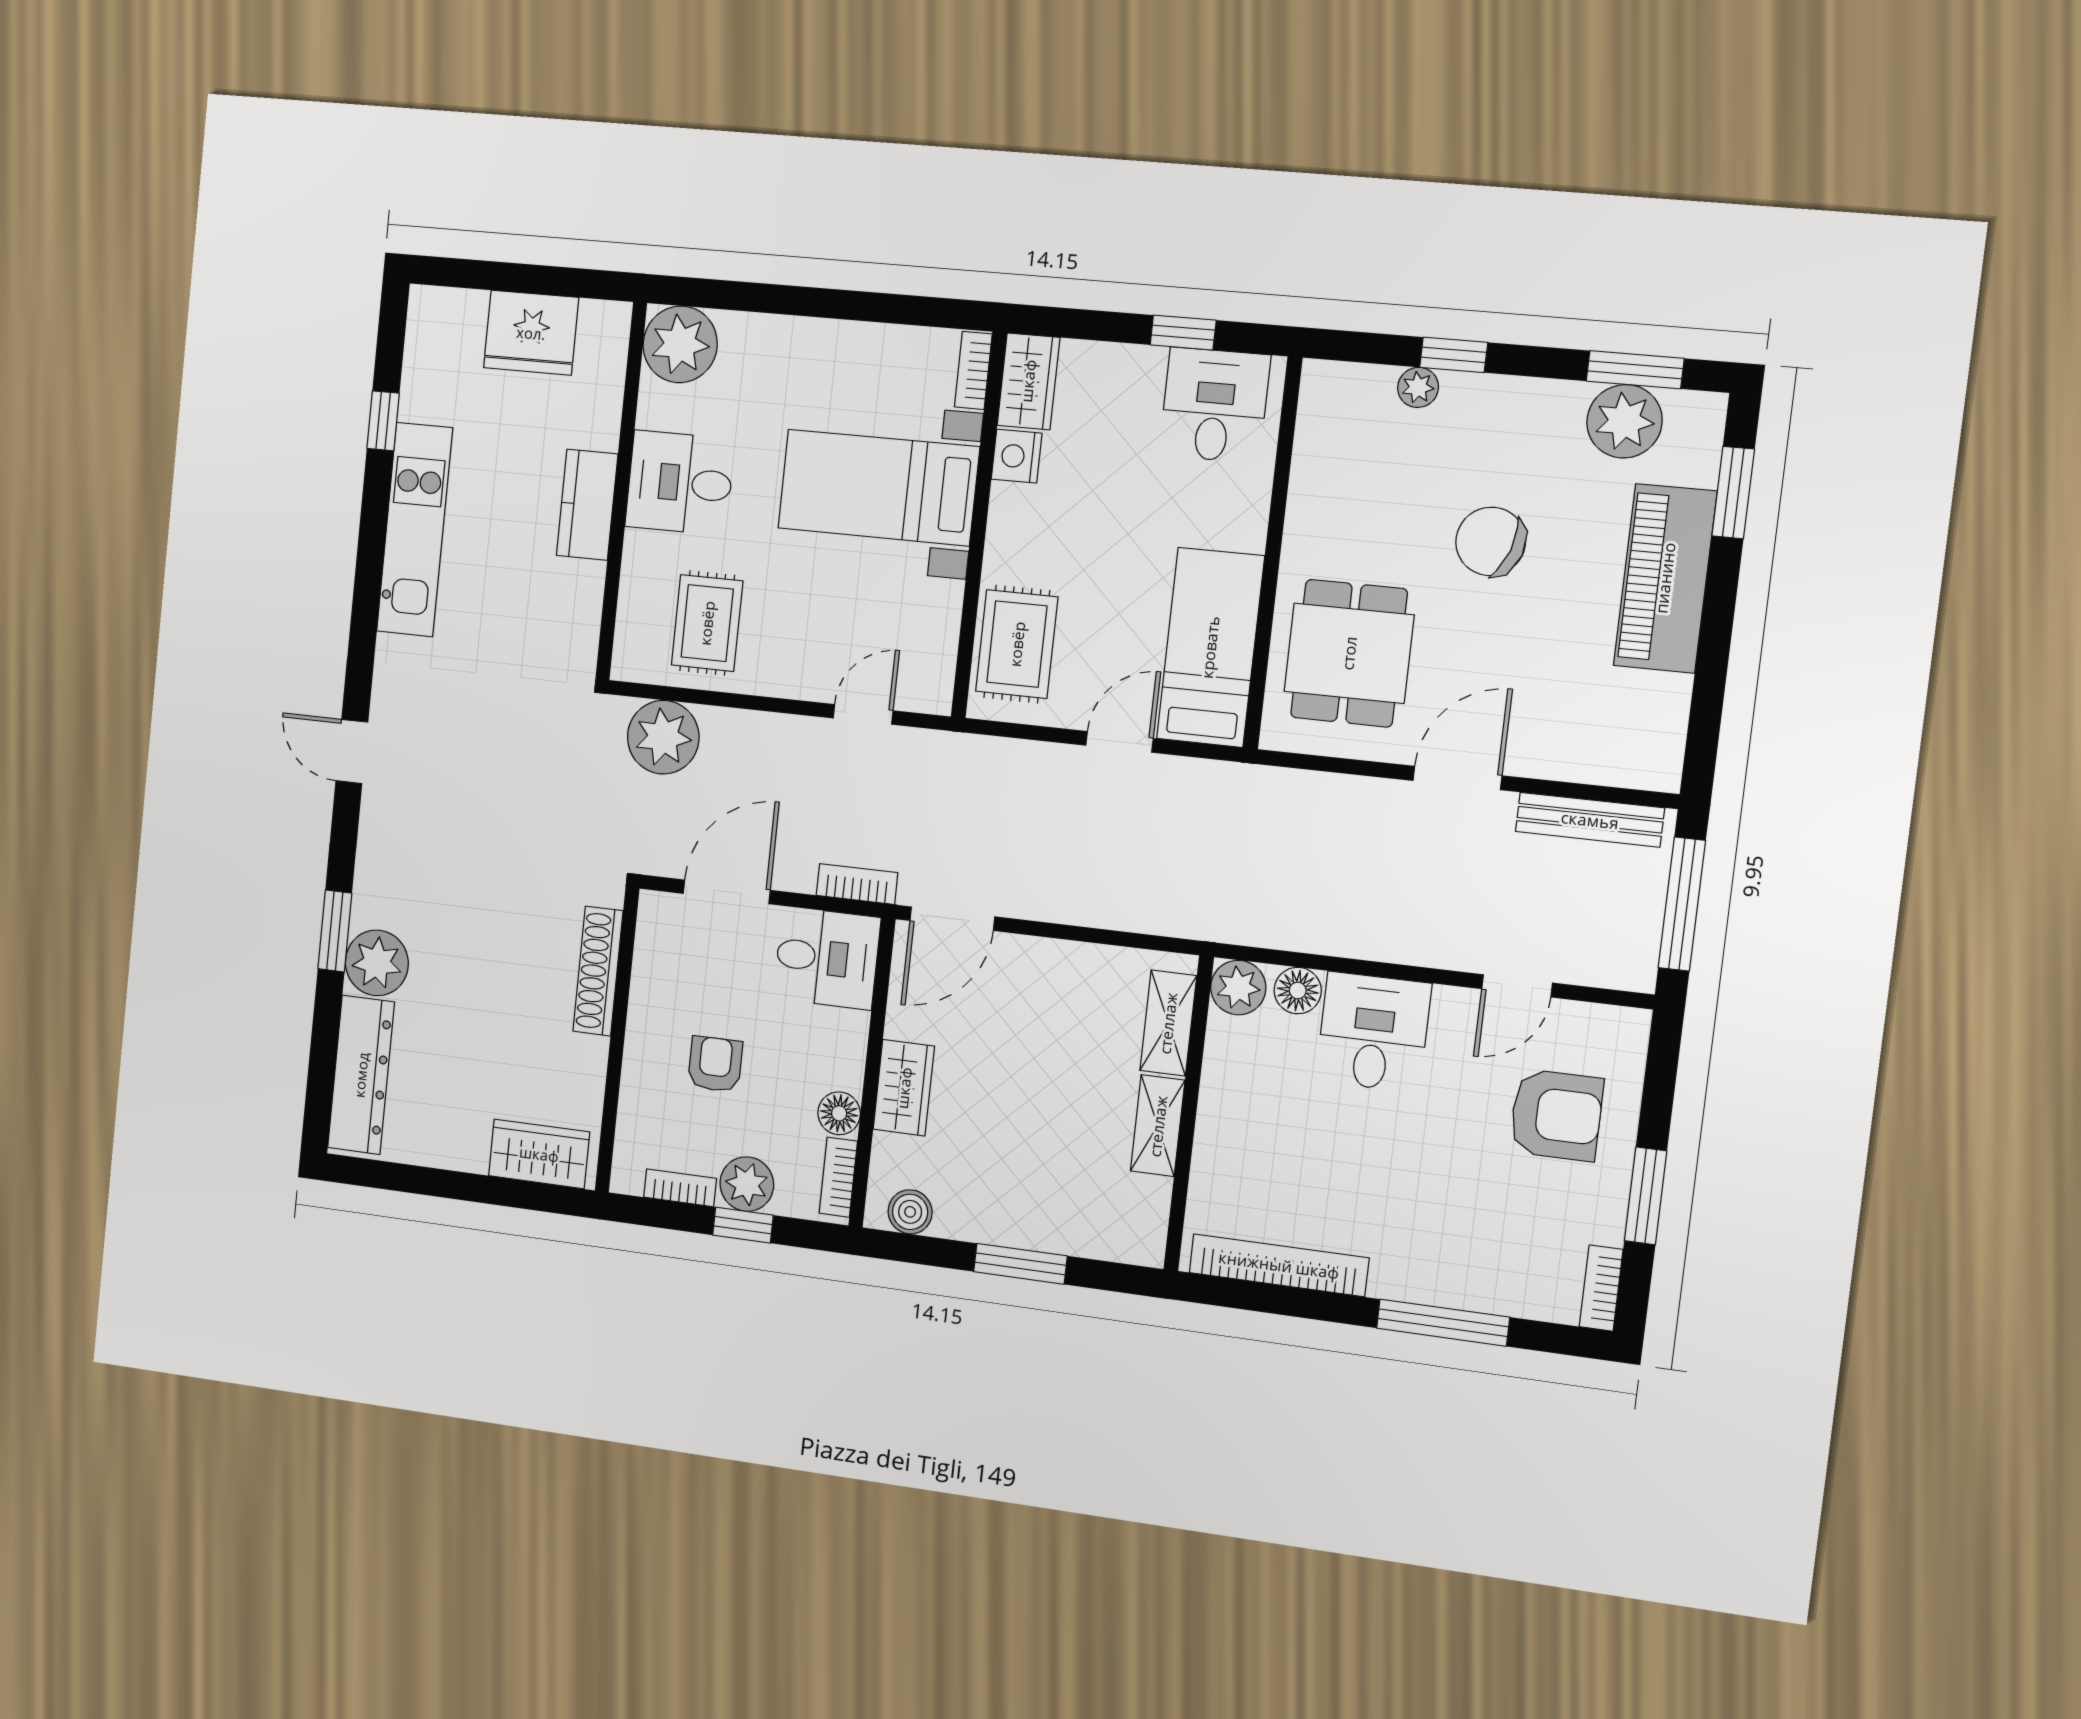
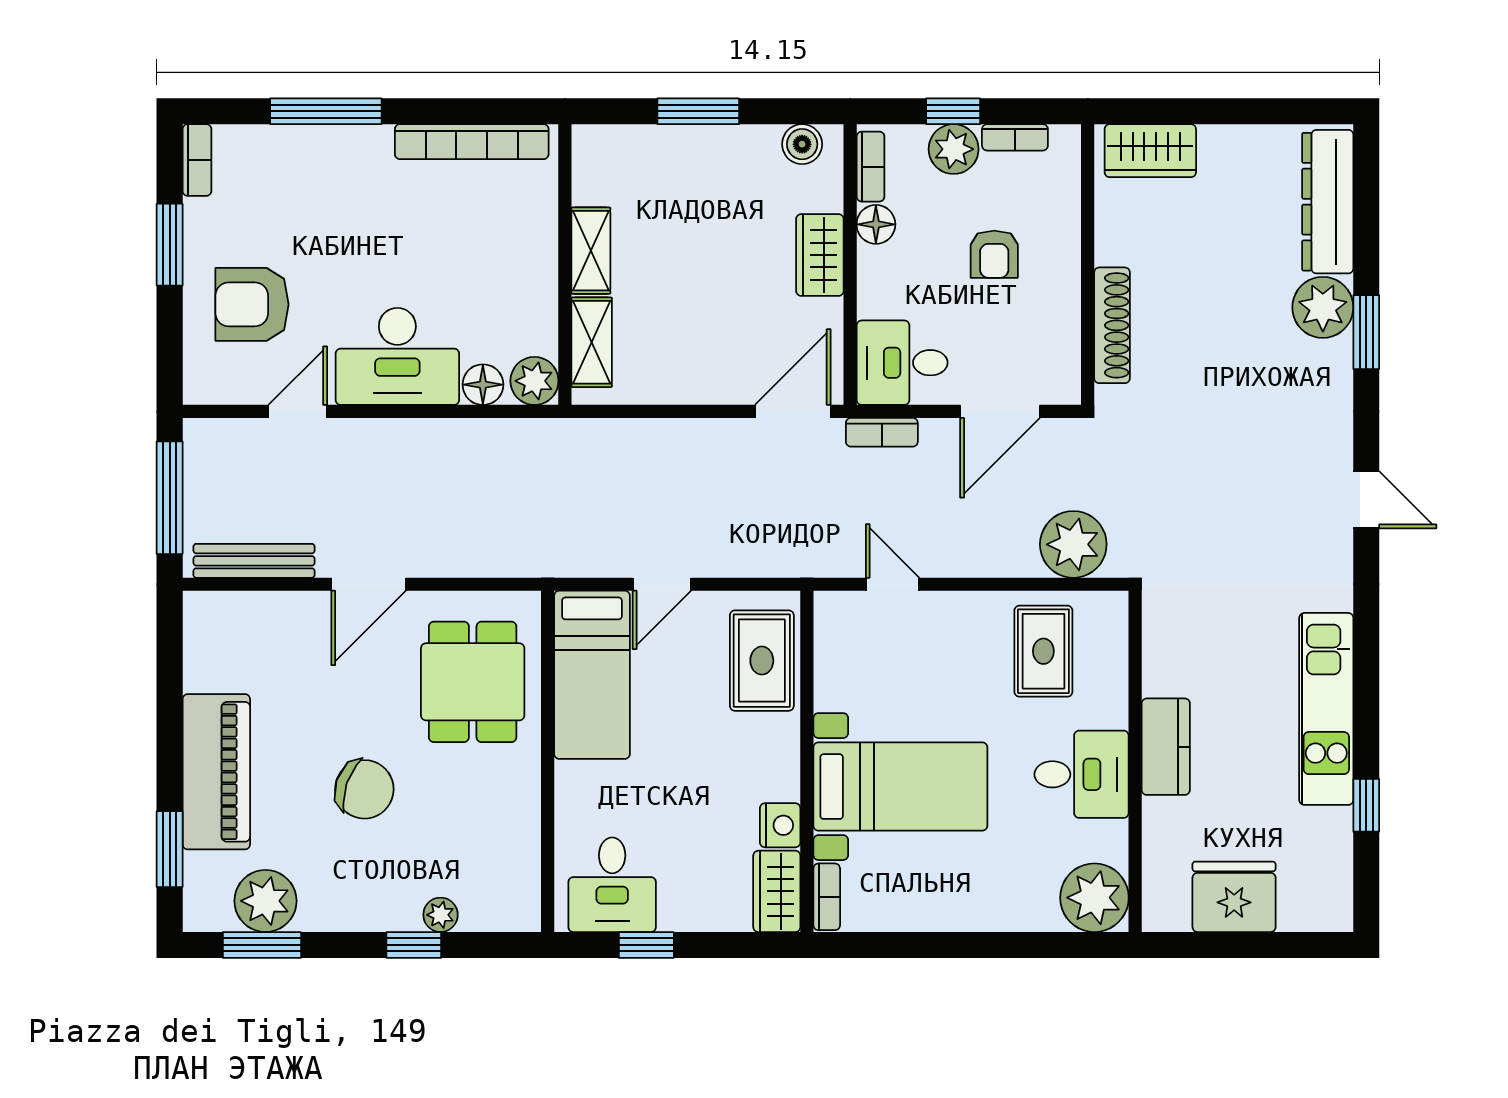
door: (863, 714) -> (893, 584), swing flipped
desk: (1373, 1032) -> (397, 356), width x1.37

